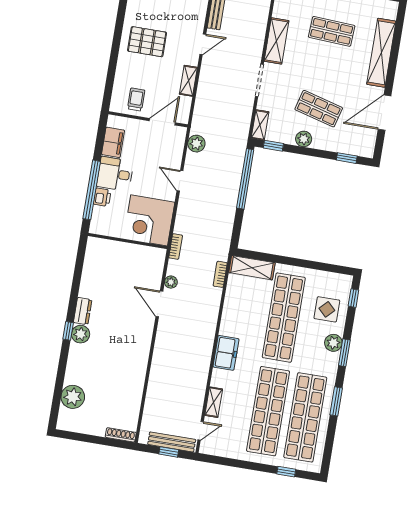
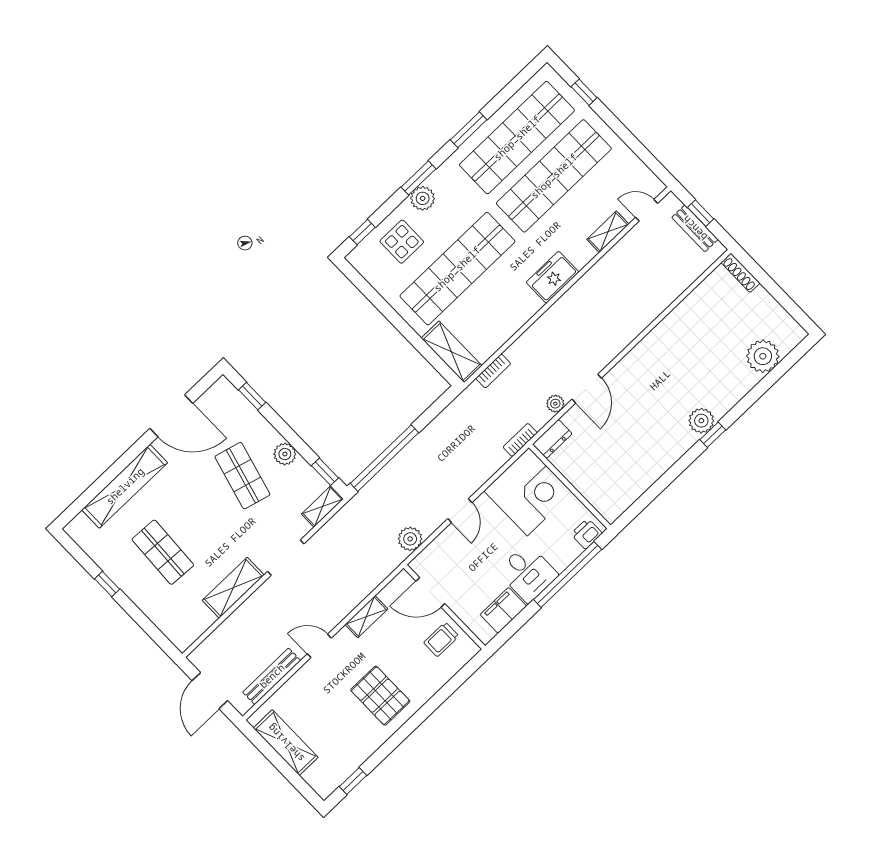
printer: (102, 197) -> (586, 534), moved
dresser: (83, 311) -> (552, 439), moved, turned 180
bench: (172, 442) -> (695, 228), width x0.73

